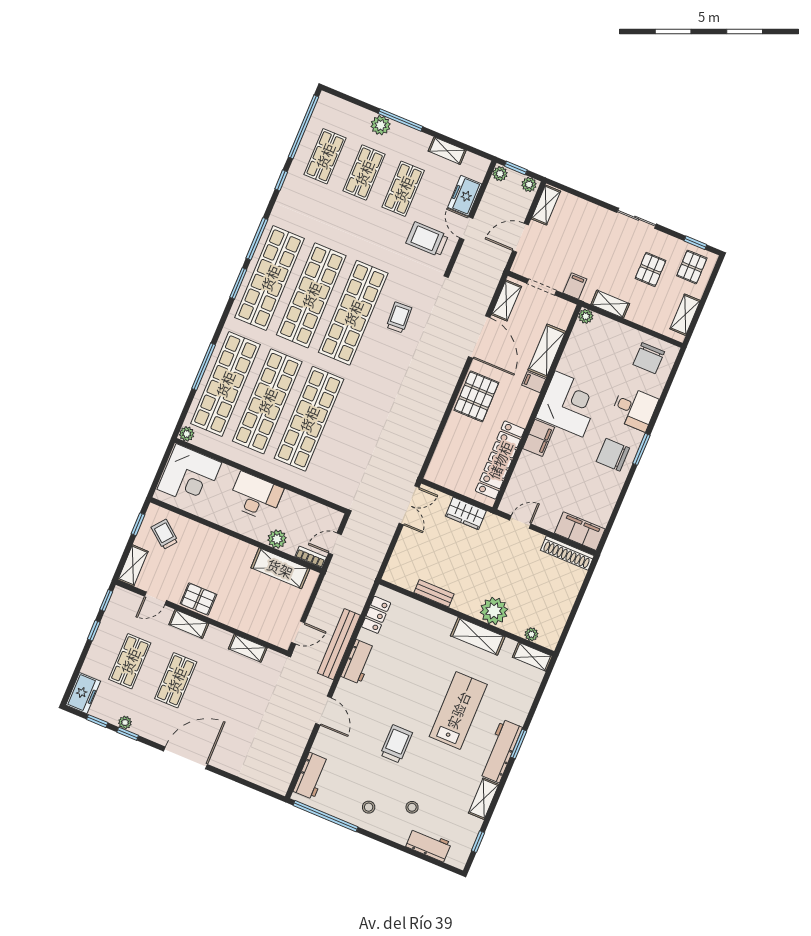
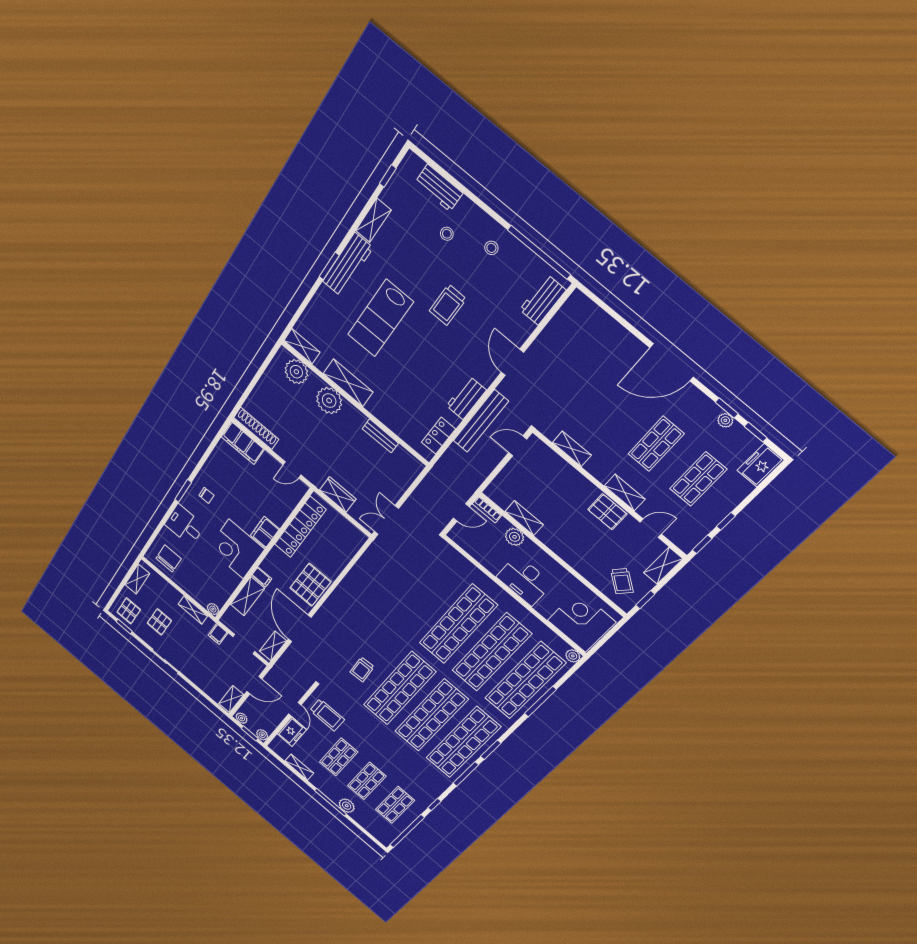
chair: (613, 455) -> (206, 495), width x0.54, depth x0.54
shelving: (280, 568) -> (524, 518), width x0.67, depth x0.75
plant: (531, 634) -> (296, 372), width x1.88, depth x1.88

